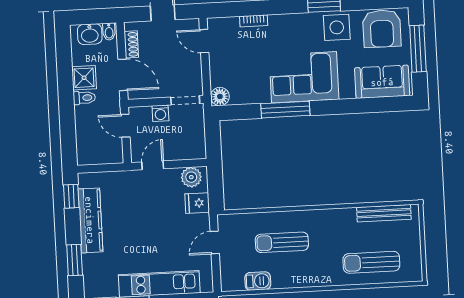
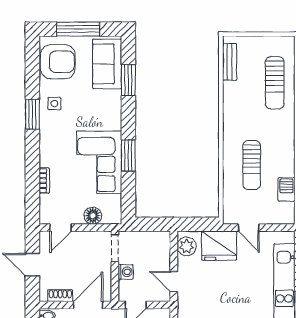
side table: (337, 27) -> (54, 104), width x0.54, depth x0.54
corner sofa: (304, 77) -> (99, 162), moved
floor lamp: (220, 96) -> (93, 216), moved
window: (366, 105) -> (128, 80), added
window: (285, 110) -> (128, 155), width x0.69
fridge: (197, 203) -> (219, 246), width x1.88, depth x1.34
bench: (384, 213) -> (230, 62), width x0.73

